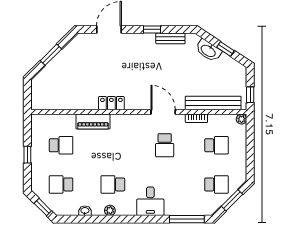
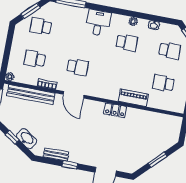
school desk: (165, 145) -> (78, 67), turned 90

